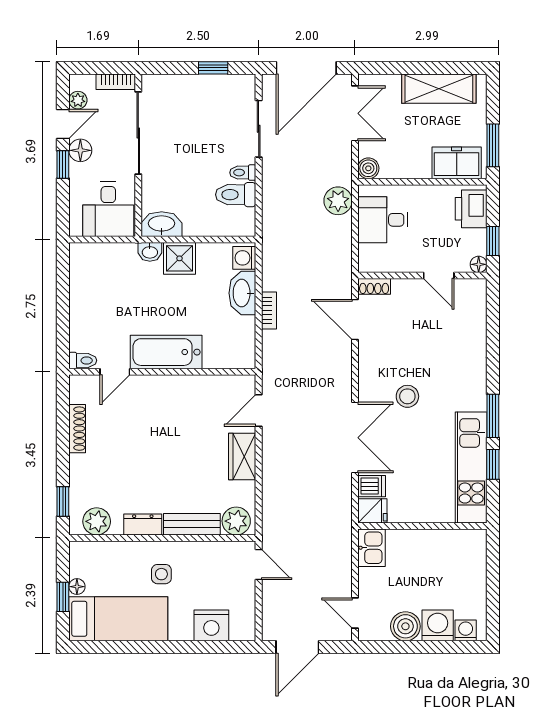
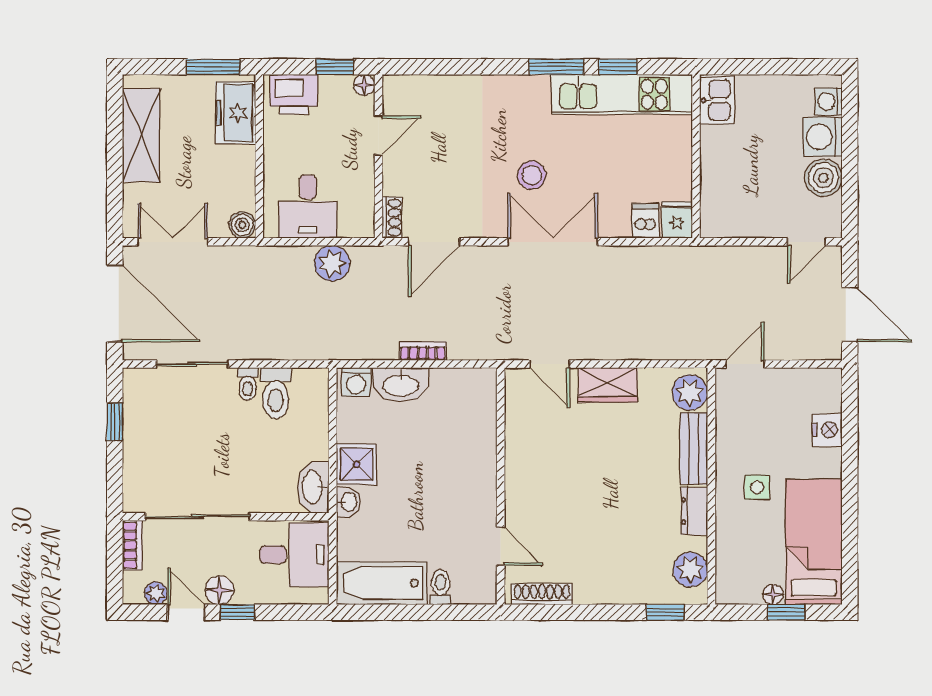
plant: (338, 201) -> (332, 263), moved
bathtub: (166, 352) -> (382, 583), moved, turned 90
toilet: (83, 360) -> (440, 587), moved
shoe rack: (77, 429) -> (542, 594), moved
double door: (355, 438) -> (553, 242), moved
kitchen sink: (371, 548) -> (717, 100), moved, turned 90
nightstand: (211, 625) -> (827, 430), width x0.74, depth x0.75

